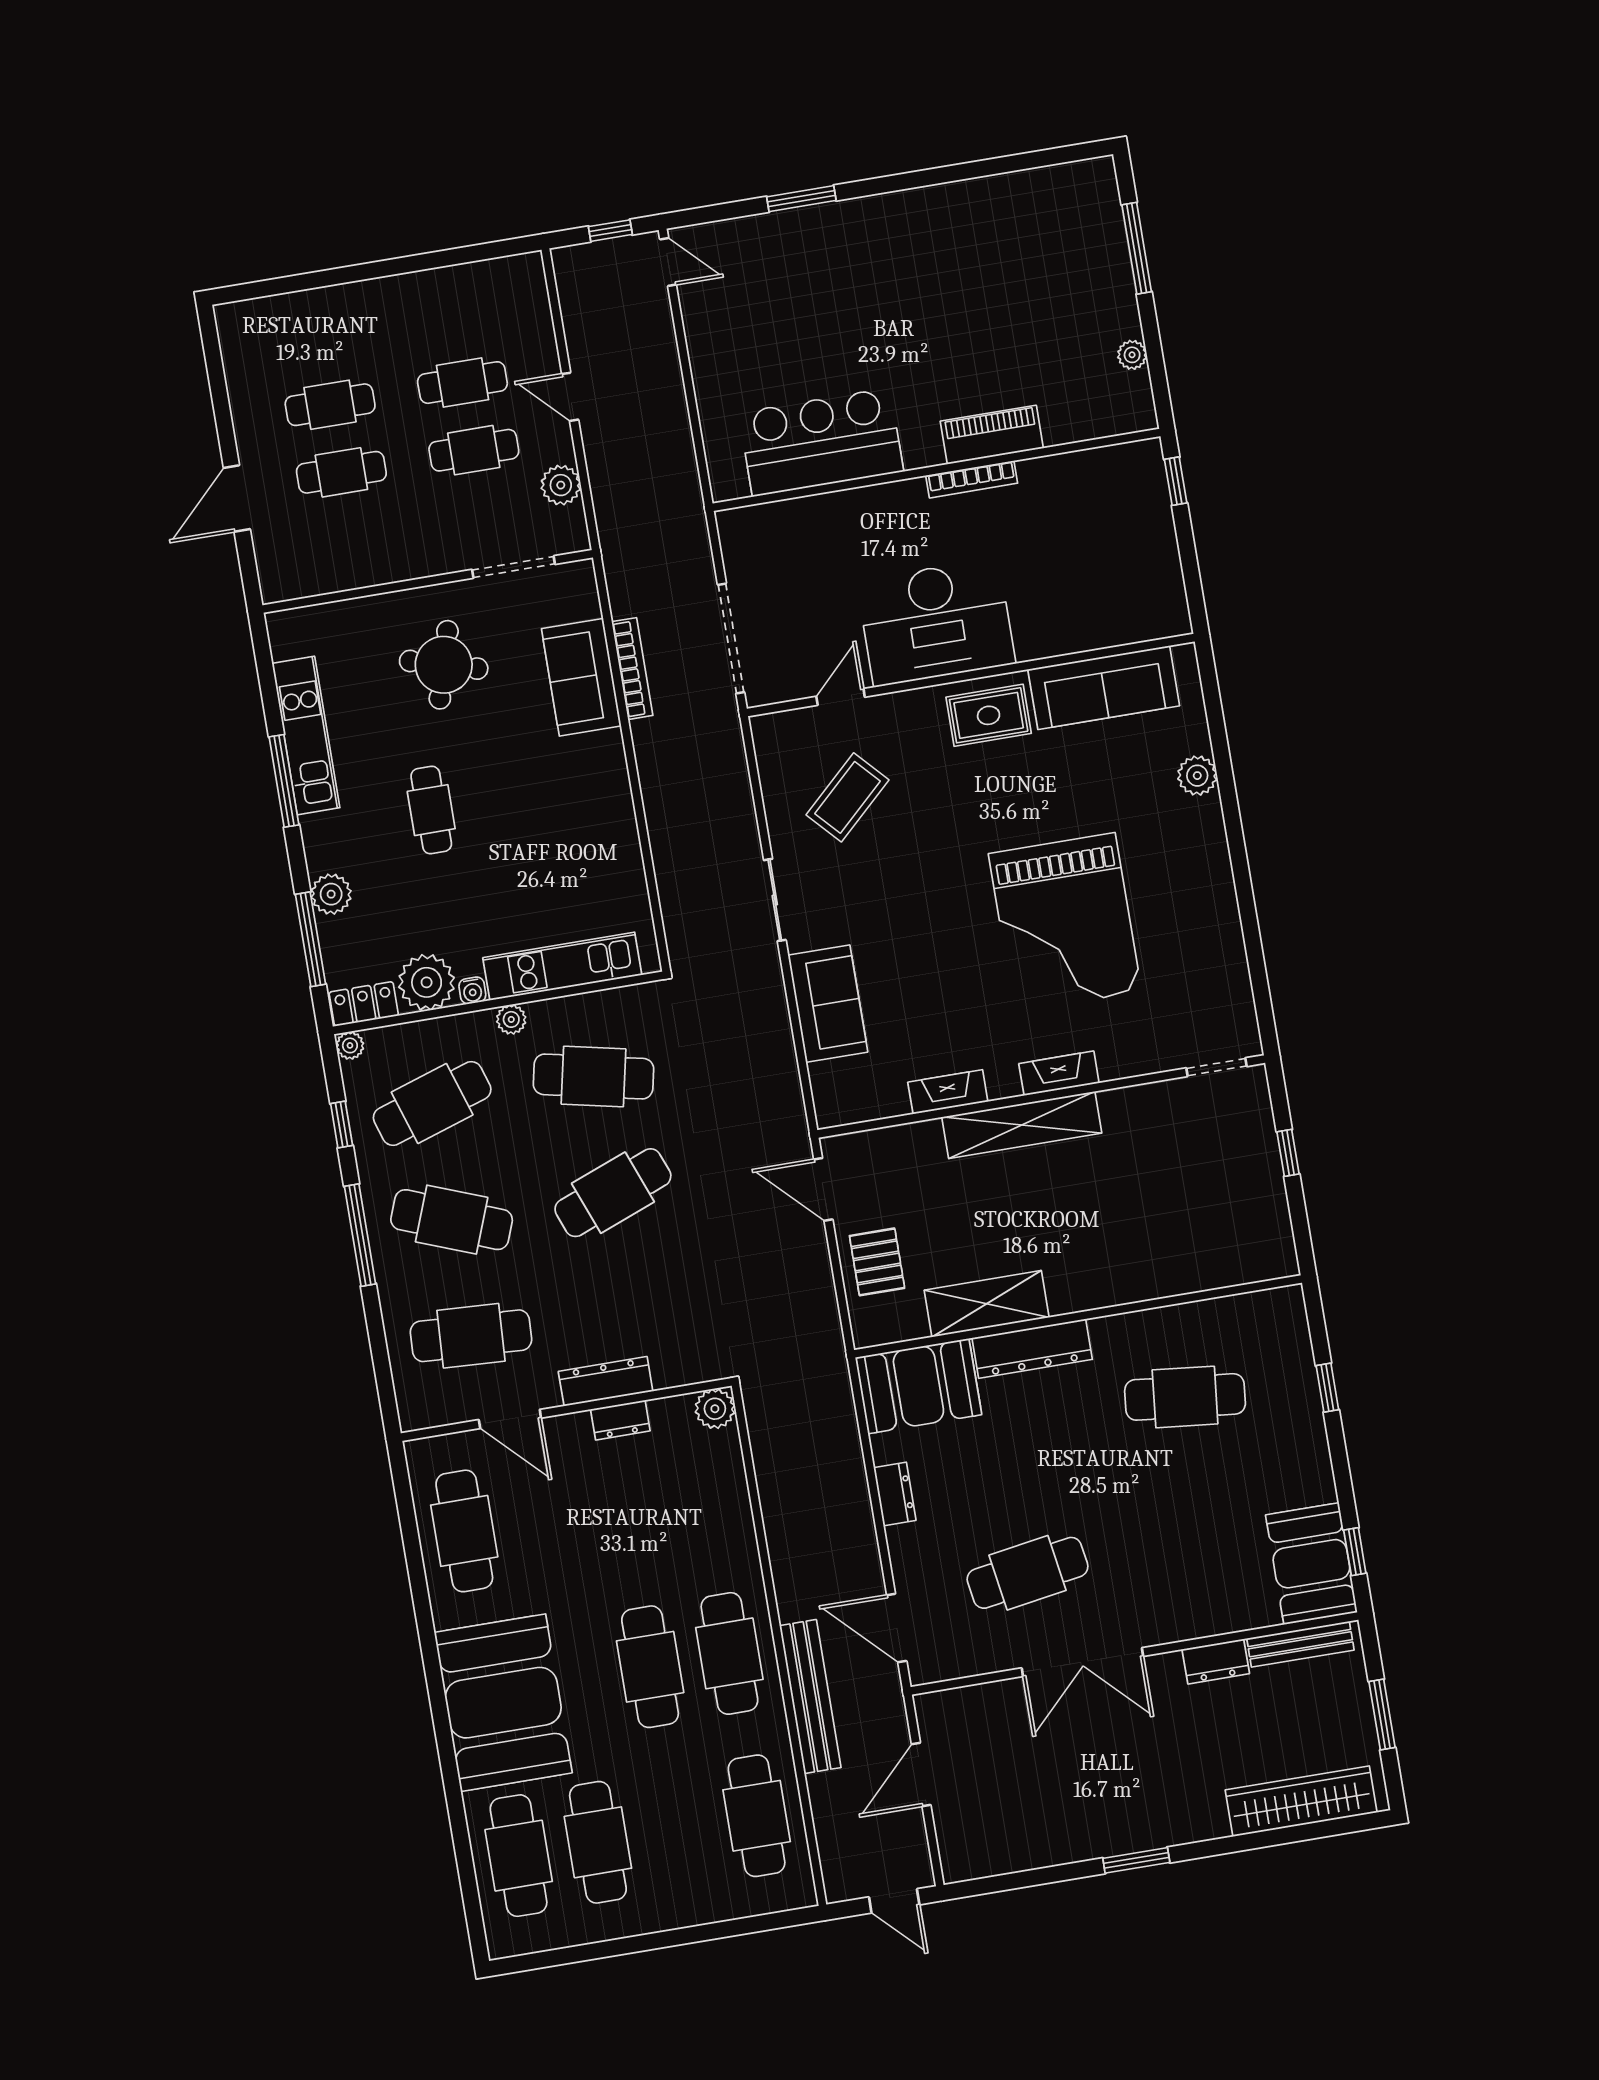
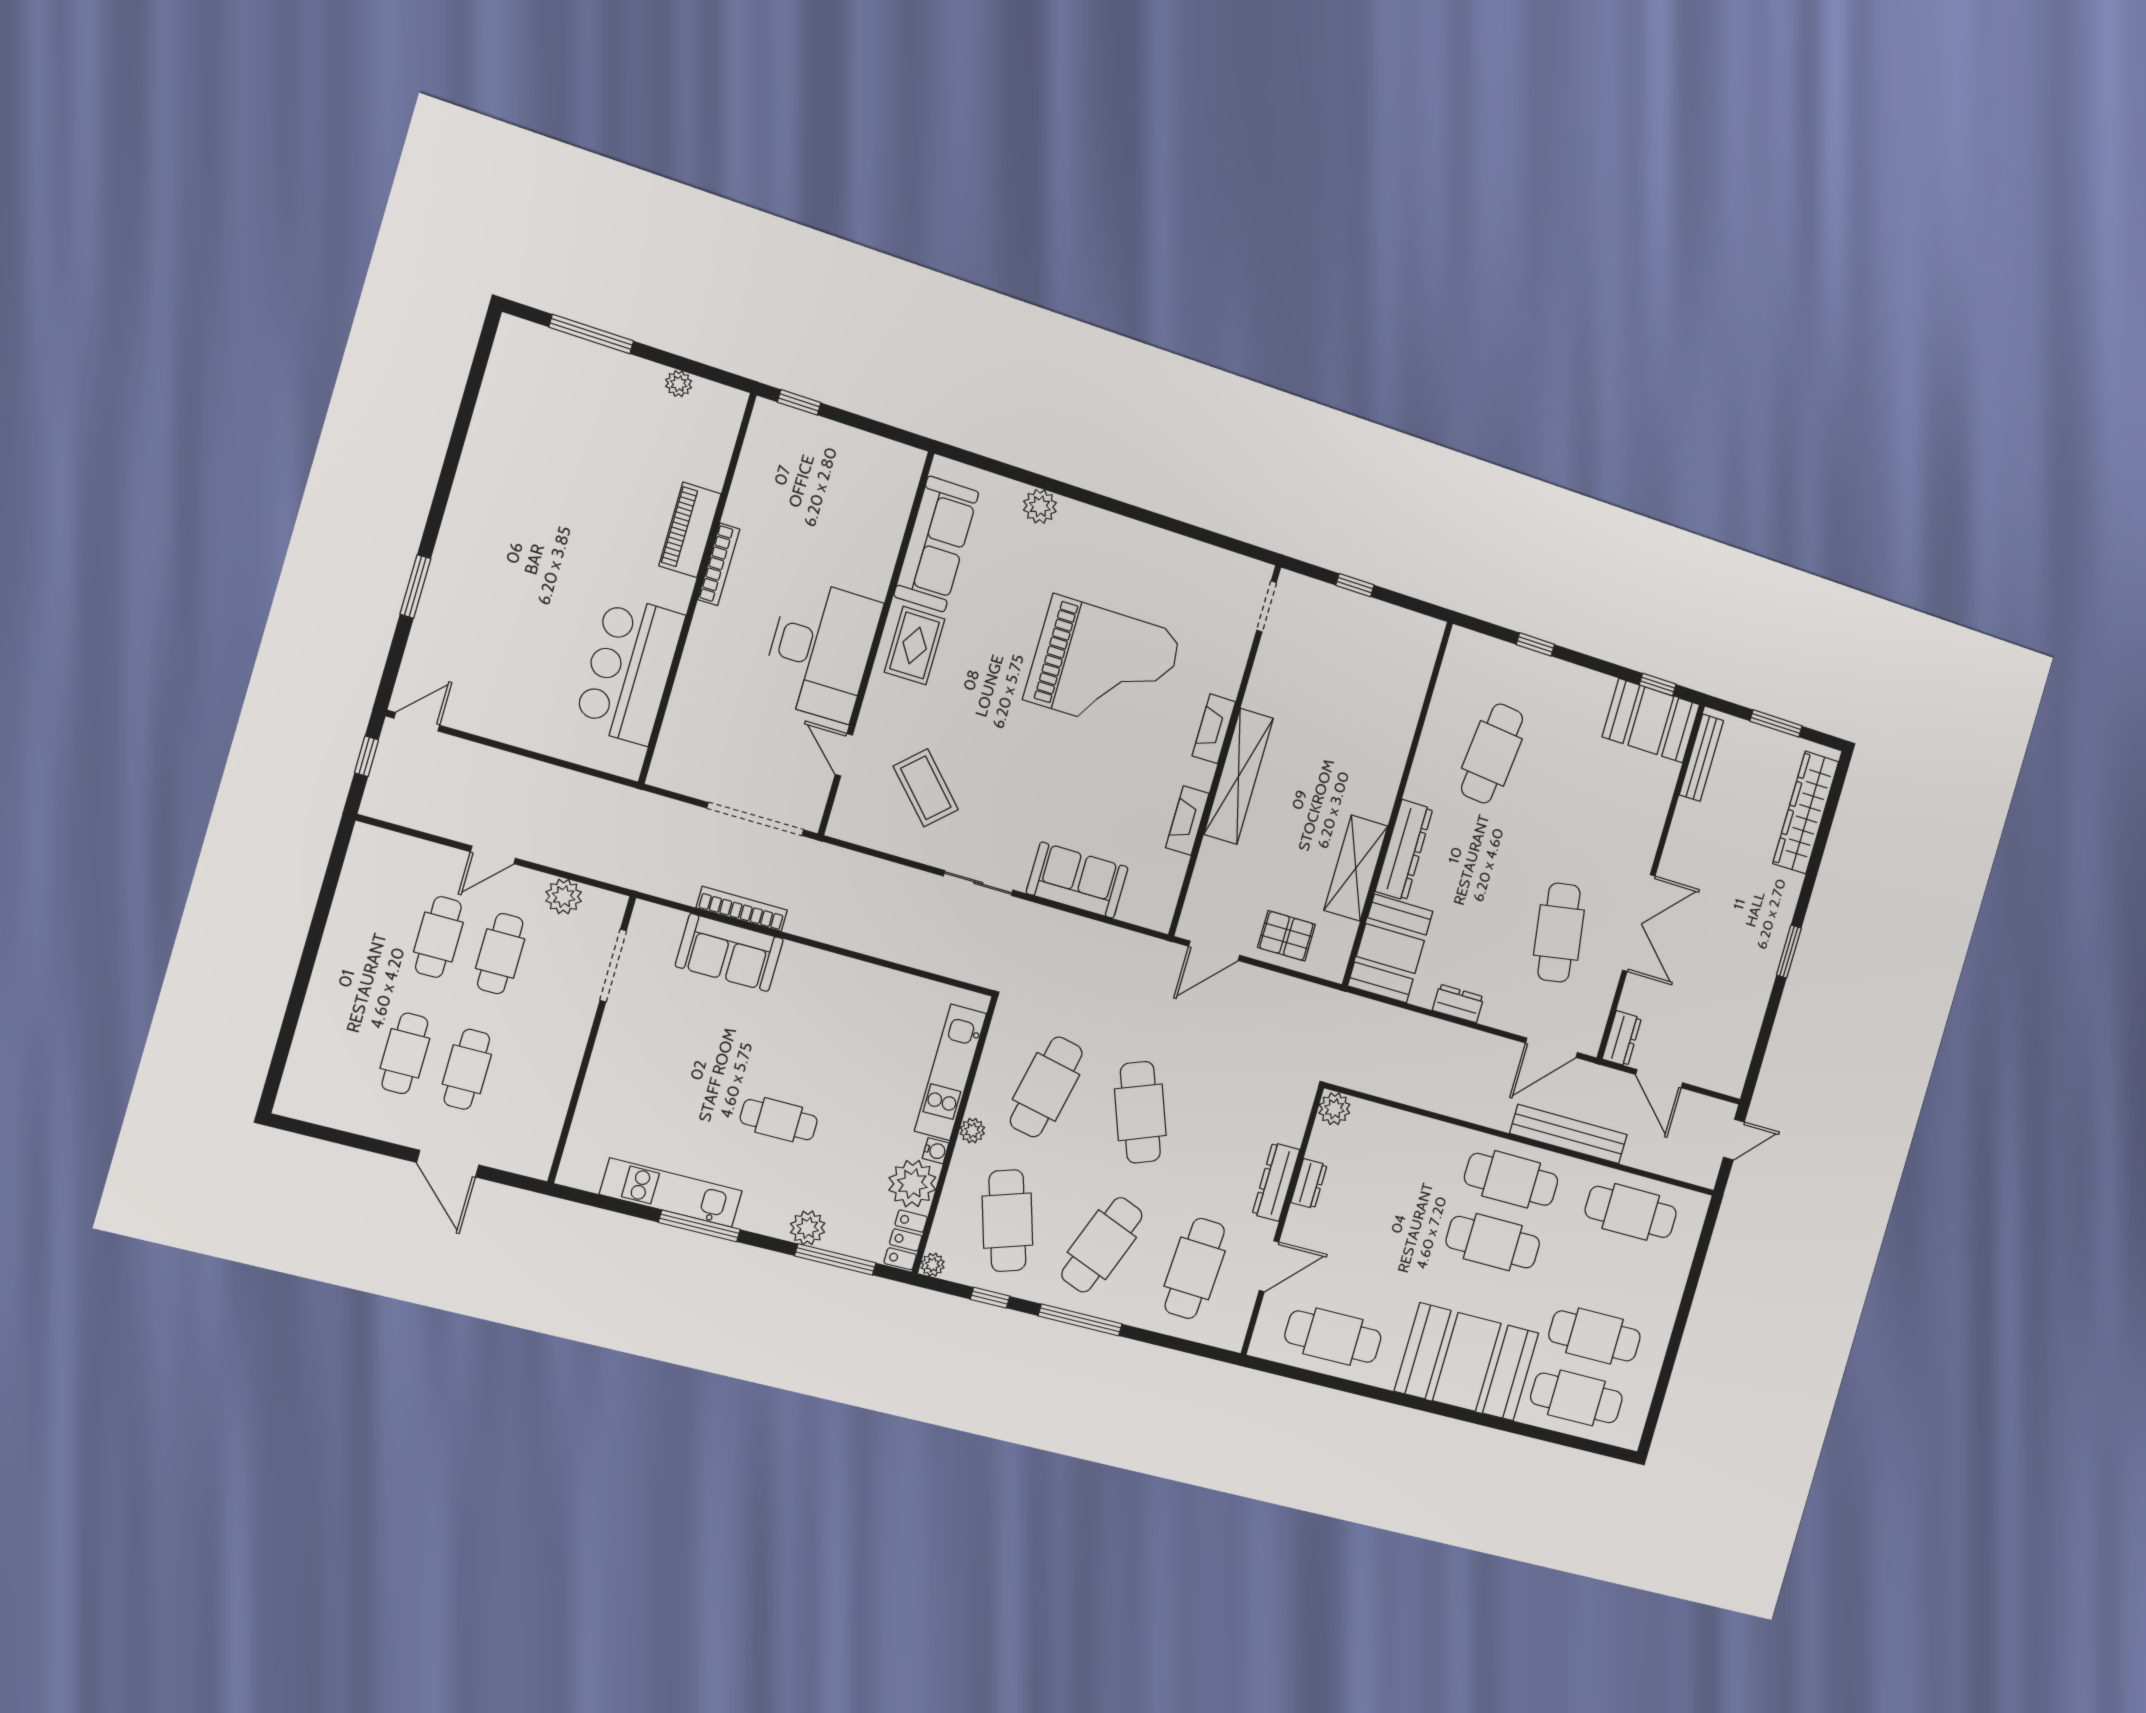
round table: (444, 665) -> (666, 1058), removed
dresser: (1216, 1661) -> (1622, 1038), moved

